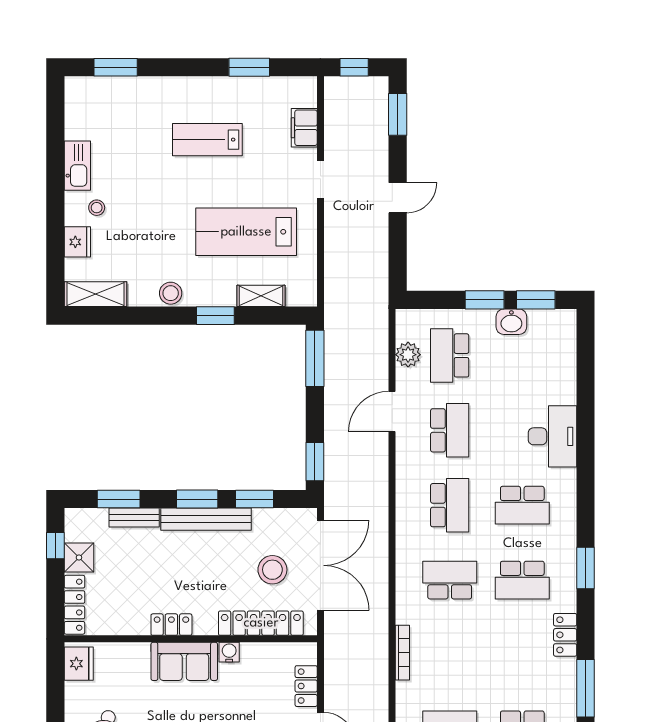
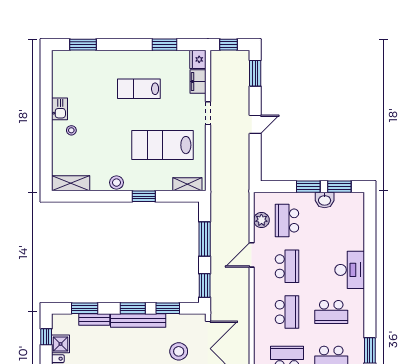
kitchen sink: (77, 166) -> (60, 109), width x0.73
fridge: (77, 242) -> (198, 59), moved, turned 180
shelving: (261, 296) -> (187, 184), moved
window: (315, 358) -> (205, 239), moved

